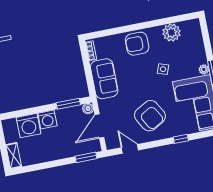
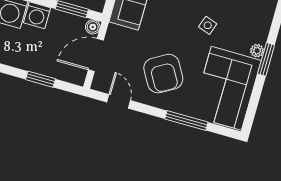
window: (181, 139) -> (186, 121), width x2.17
window: (86, 157) -> (40, 79), moved

